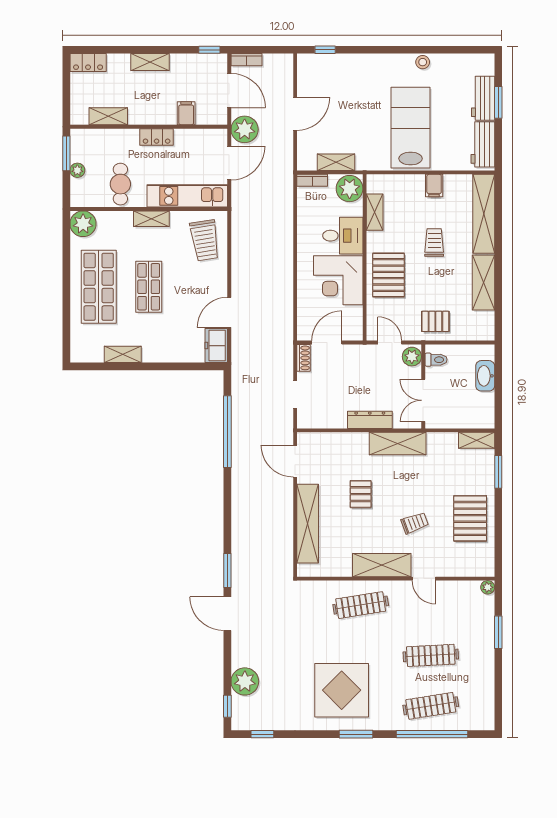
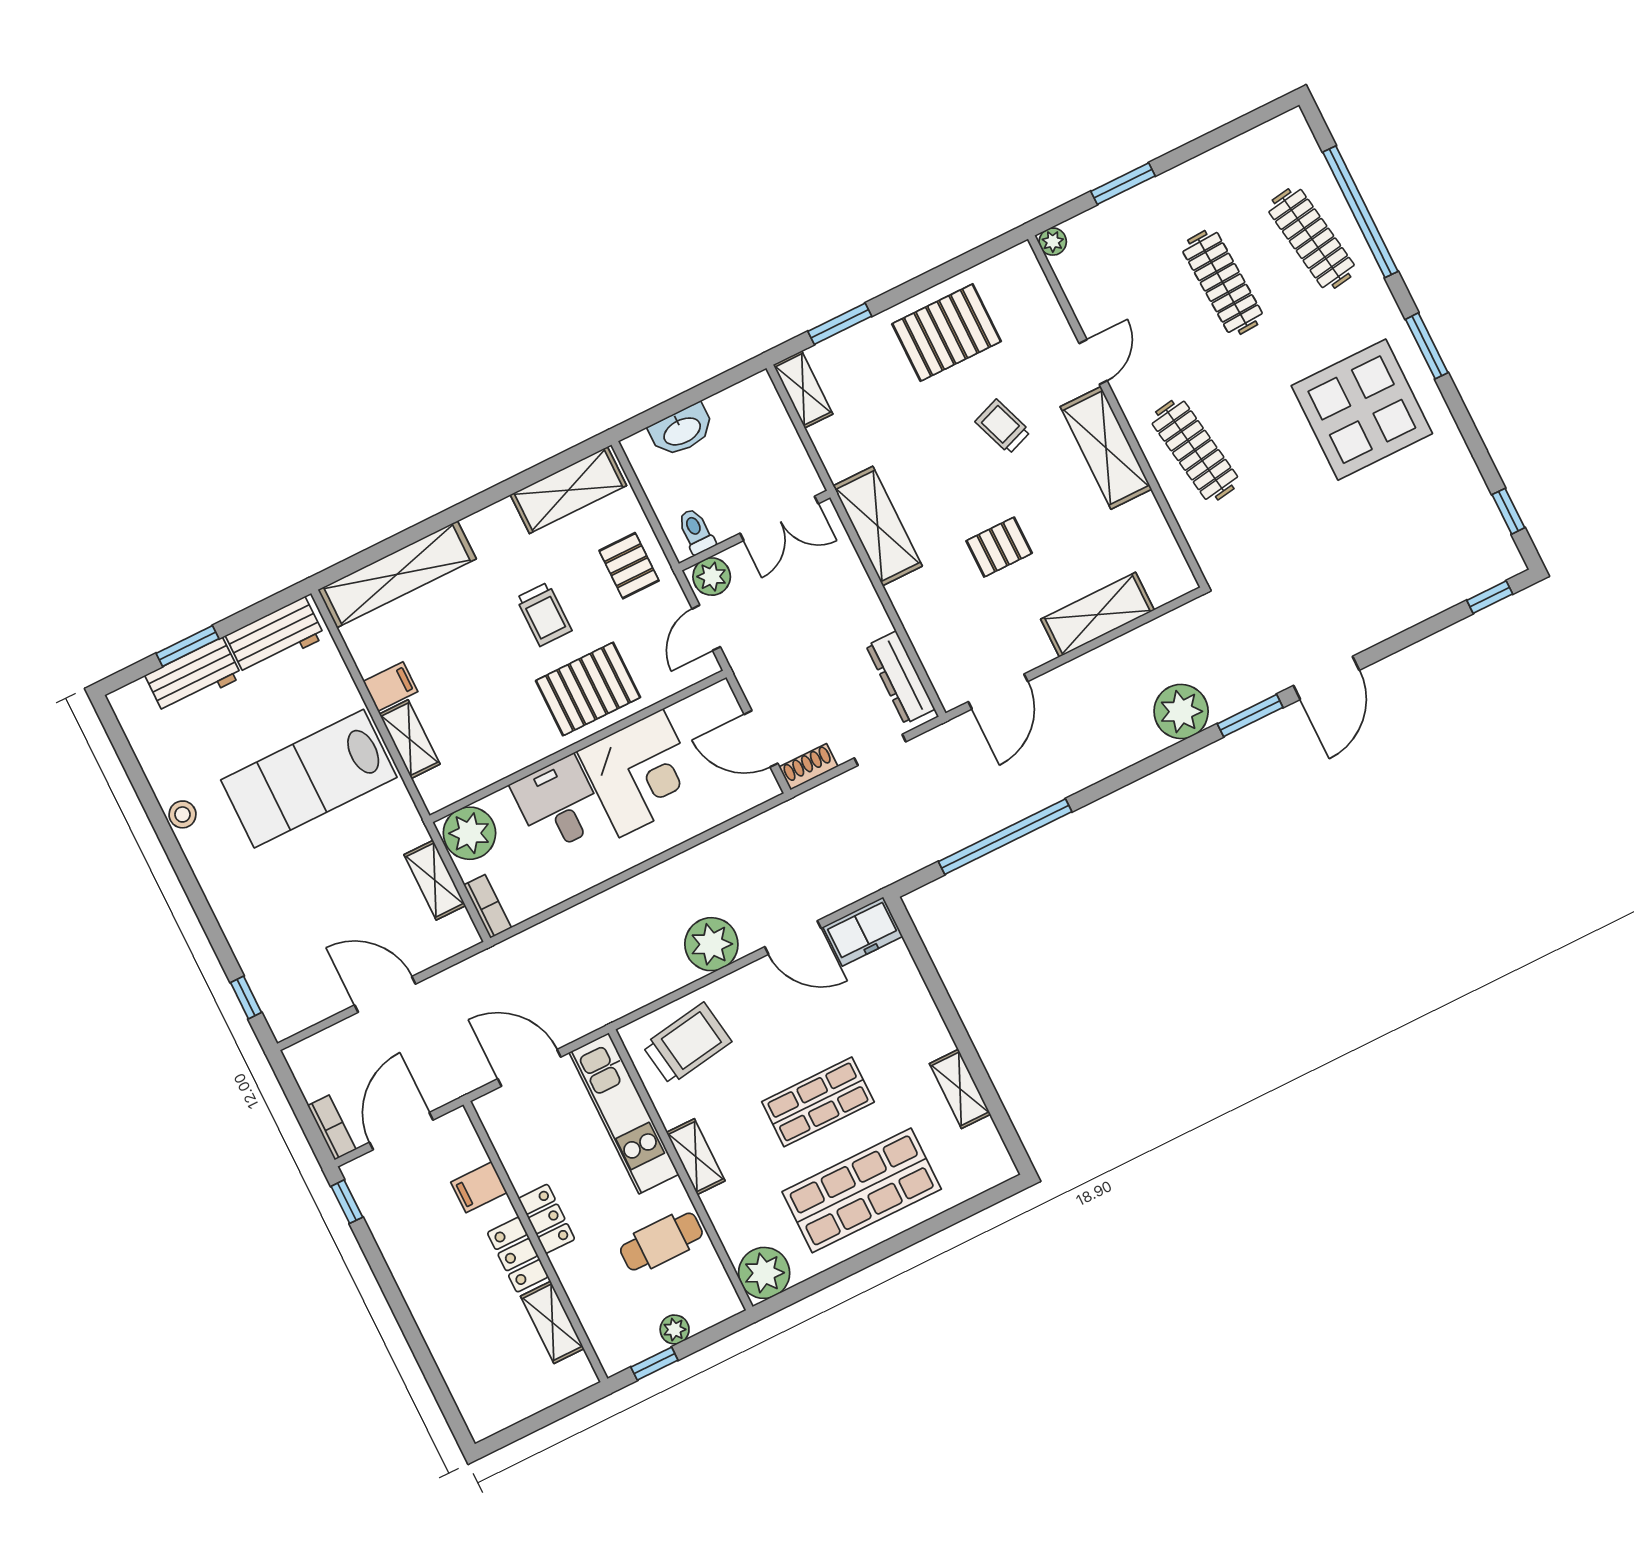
shelving: (150, 62) -> (420, 1296), removed
locker: (88, 63) -> (518, 1255), moved, turned 180
plant: (245, 129) -> (711, 944), moved
window: (66, 153) -> (654, 1364), width x0.67
shelving: (375, 212) -> (410, 739), moved, turned 90
trolley: (434, 243) -> (544, 614), moved, turned -90
shelving: (483, 283) -> (568, 490), moved
dresser: (370, 420) -> (900, 678), moved
shelving: (308, 524) -> (1097, 615), width x0.68
plant: (245, 681) -> (1181, 711), moved

